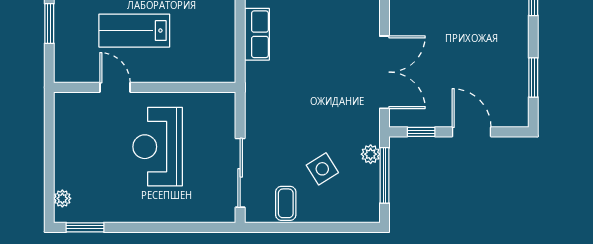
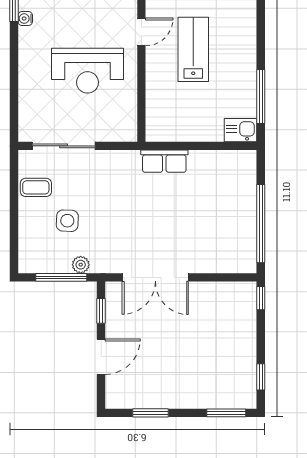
row of seats: (257, 34) -> (164, 161), moved
reception desk: (158, 147) -> (87, 71), turned 180
side table: (322, 169) -> (67, 221), turned 35
water cooler: (100, 215) -> (25, 18), added

